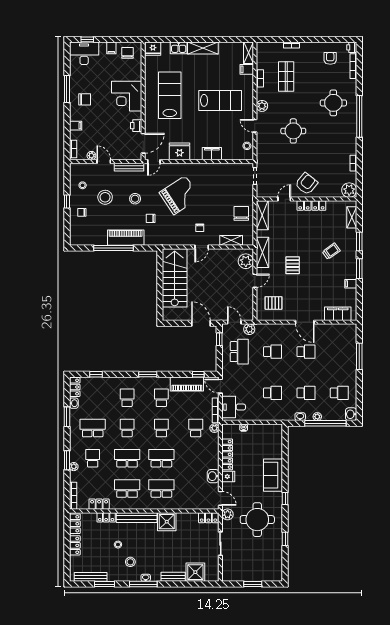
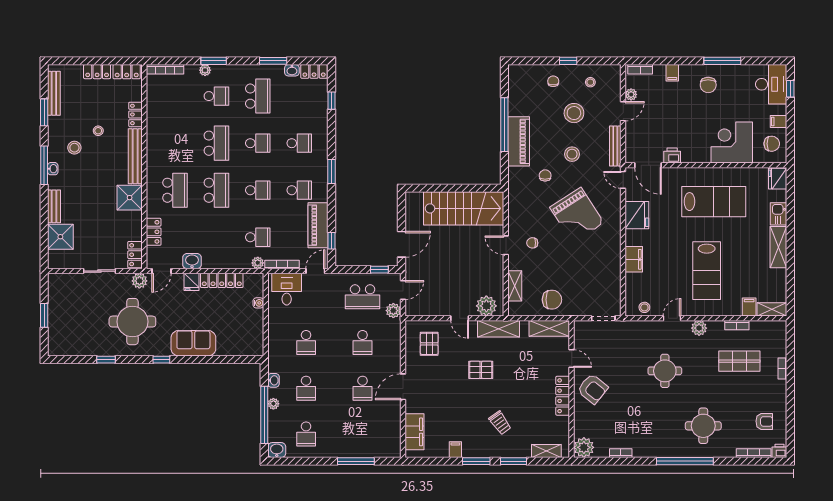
corner desk: (127, 96) -> (732, 142), moved
school desk: (127, 489) -> (175, 143), removed
locker: (99, 504) -> (154, 232), moved

